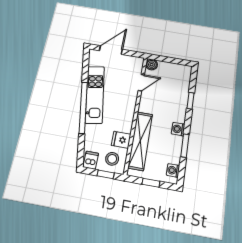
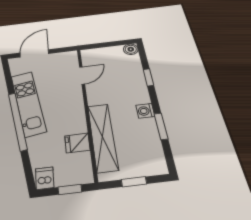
boiler: (152, 65) -> (131, 49), moved
stool: (112, 159) -> (73, 168), removed
washing machine: (173, 170) -> (157, 159), removed

